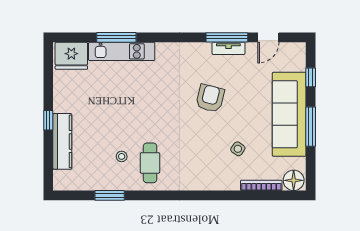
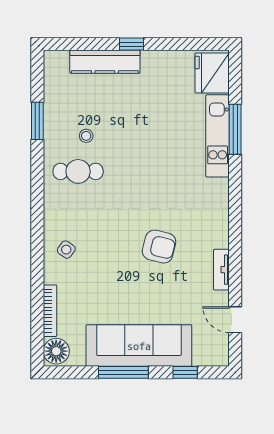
window: (227, 37) -> (235, 268), removed
side table: (238, 149) -> (66, 250), moved

